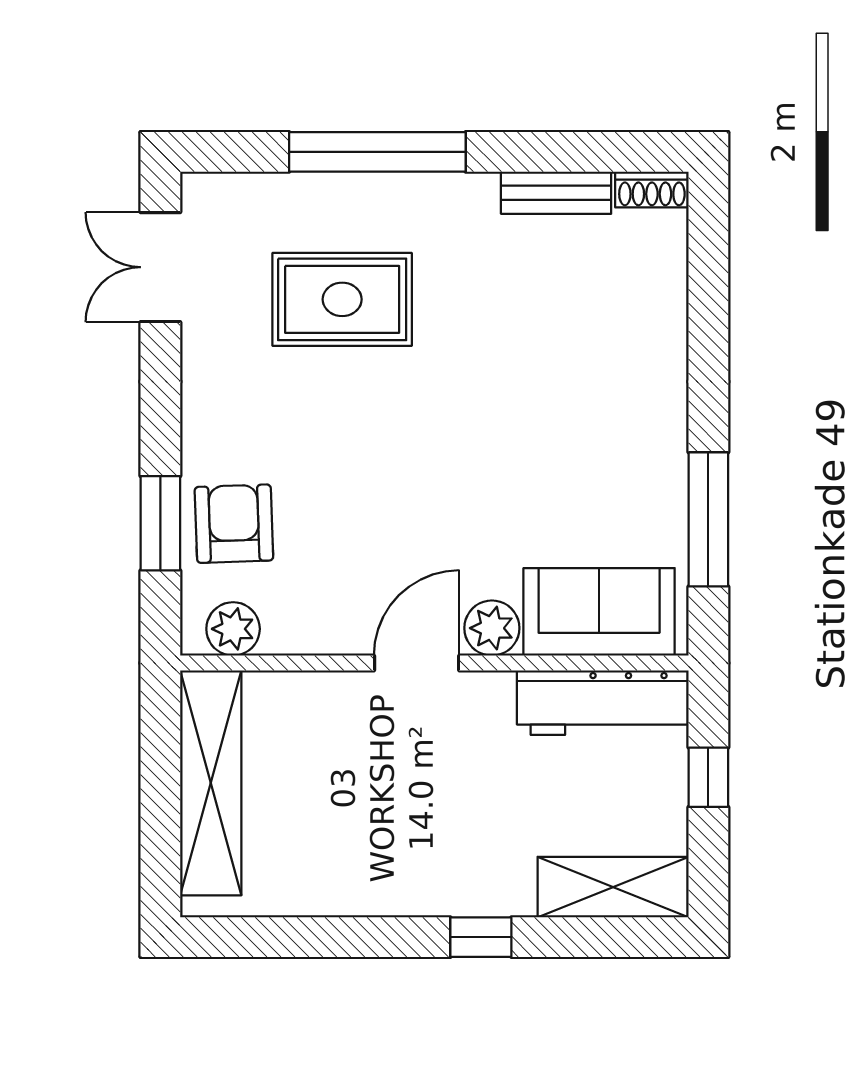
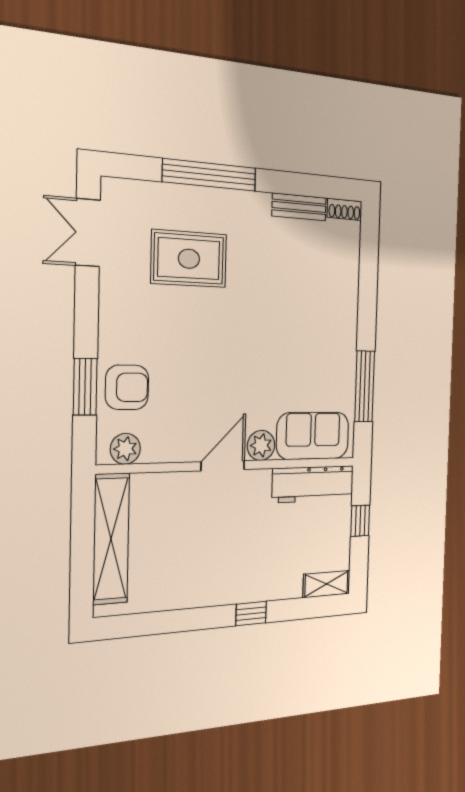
armchair: (234, 524) -> (127, 387), turned 92
shelving: (613, 887) -> (327, 584), width x0.67, depth x0.75

